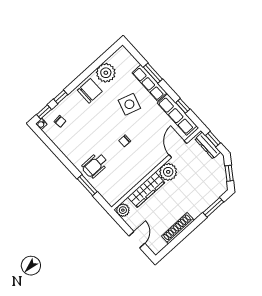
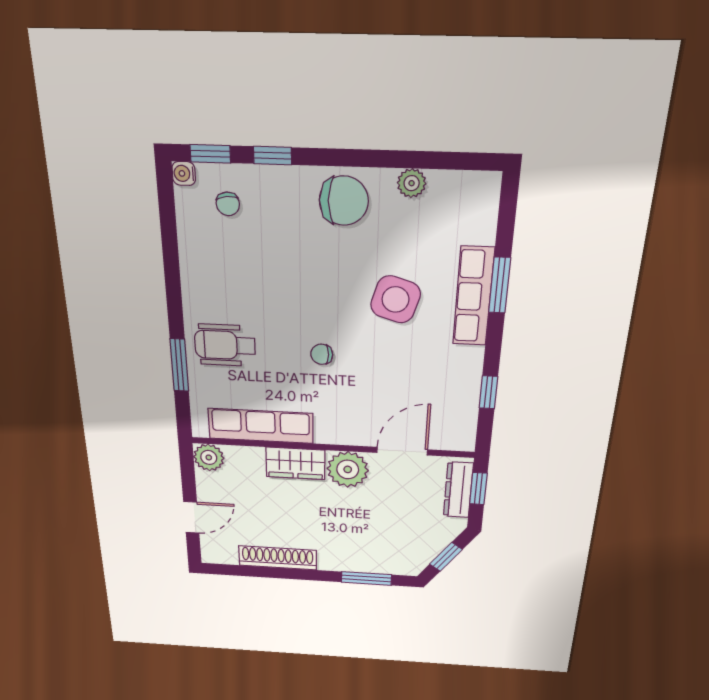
plant: (106, 73) -> (412, 183), width x0.53, depth x0.53
row of seats: (177, 115) -> (261, 426), moved, turned 90
wardrobe: (146, 190) -> (295, 463), width x0.67

